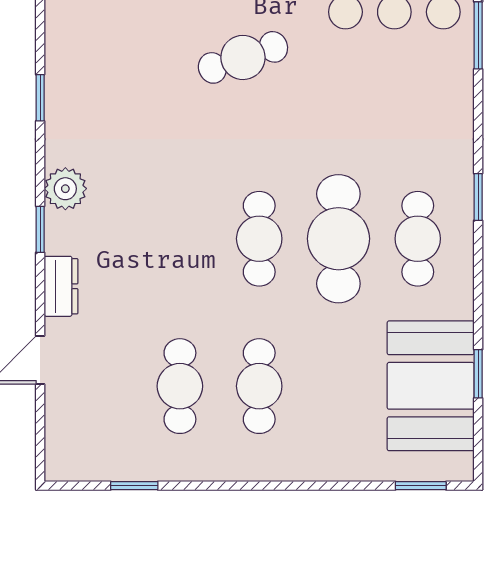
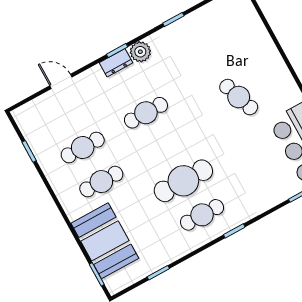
cafe table: (259, 239) -> (146, 113), moved
dresser: (61, 286) -> (116, 63), moved
booth: (431, 386) -> (105, 241), moved, turned 90

